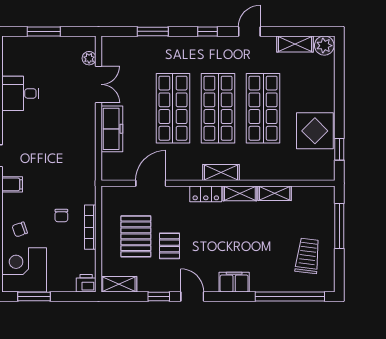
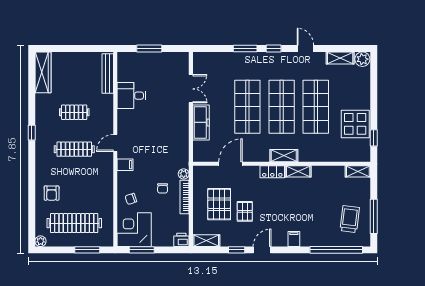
window: (153, 31) -> (245, 48), moved
door: (249, 31) -> (305, 48), hinge flipped
plant: (89, 58) -> (184, 174), moved
shelving: (275, 193) -> (358, 171), moved
window: (339, 226) -> (374, 216), moved
filing cabinet: (234, 282) -> (294, 239), width x0.50
door: (192, 297) -> (262, 250), hinge flipped

